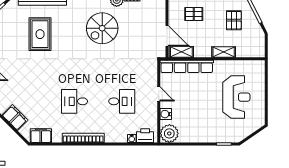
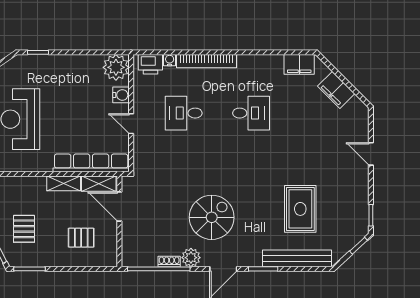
shelving: (224, 52) -> (64, 183), moved
bookcase: (83, 138) -> (206, 61), moved

